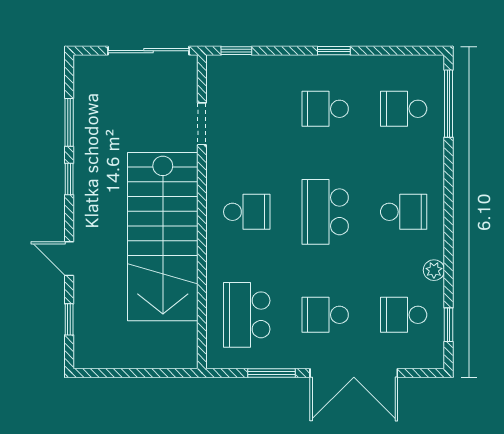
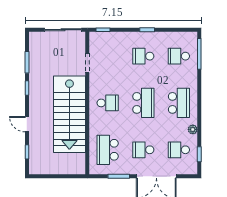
school desk: (325, 212) -> (143, 103), turned 180
school desk: (404, 212) -> (179, 103), width x1.85

